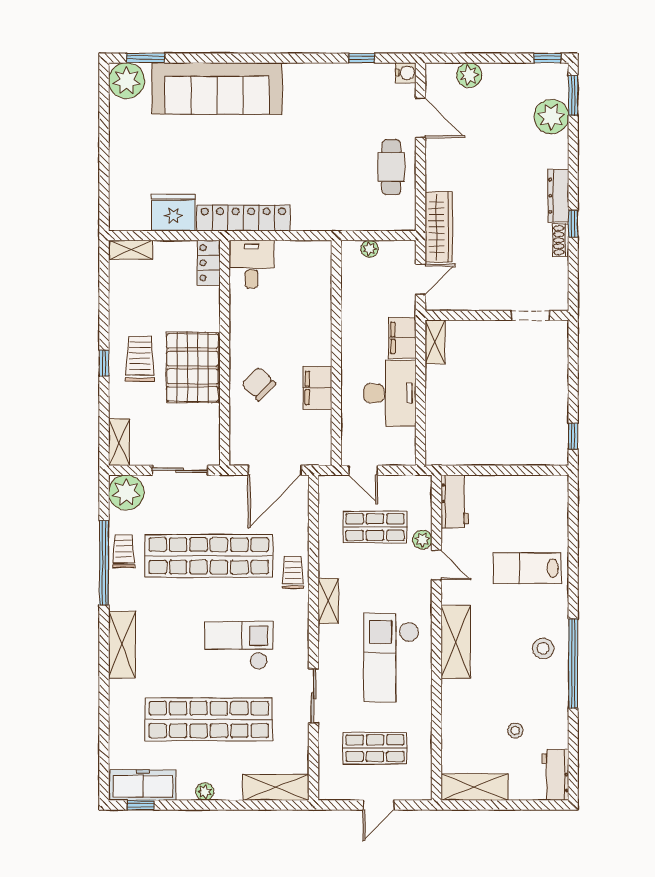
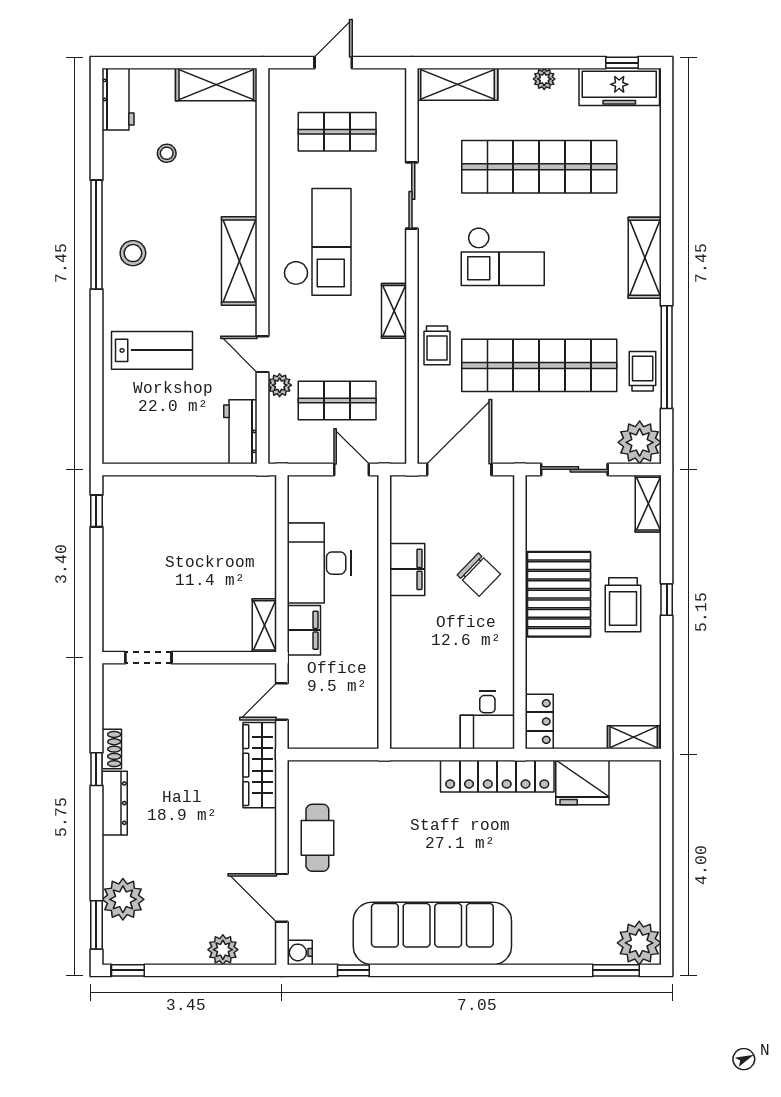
sofa: (217, 88) -> (432, 933), moved
plant: (370, 249) -> (344, 739), removed
trolley: (124, 551) -> (643, 371), turned 180

